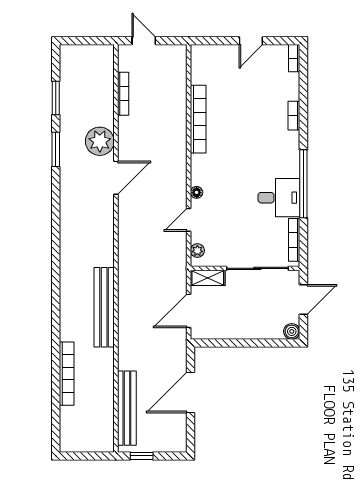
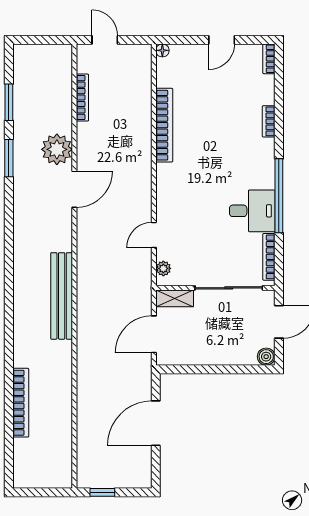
floor lamp: (197, 192) -> (162, 50), moved
bench: (104, 307) -> (62, 296), moved
bench: (127, 408) -> (86, 440), removed

